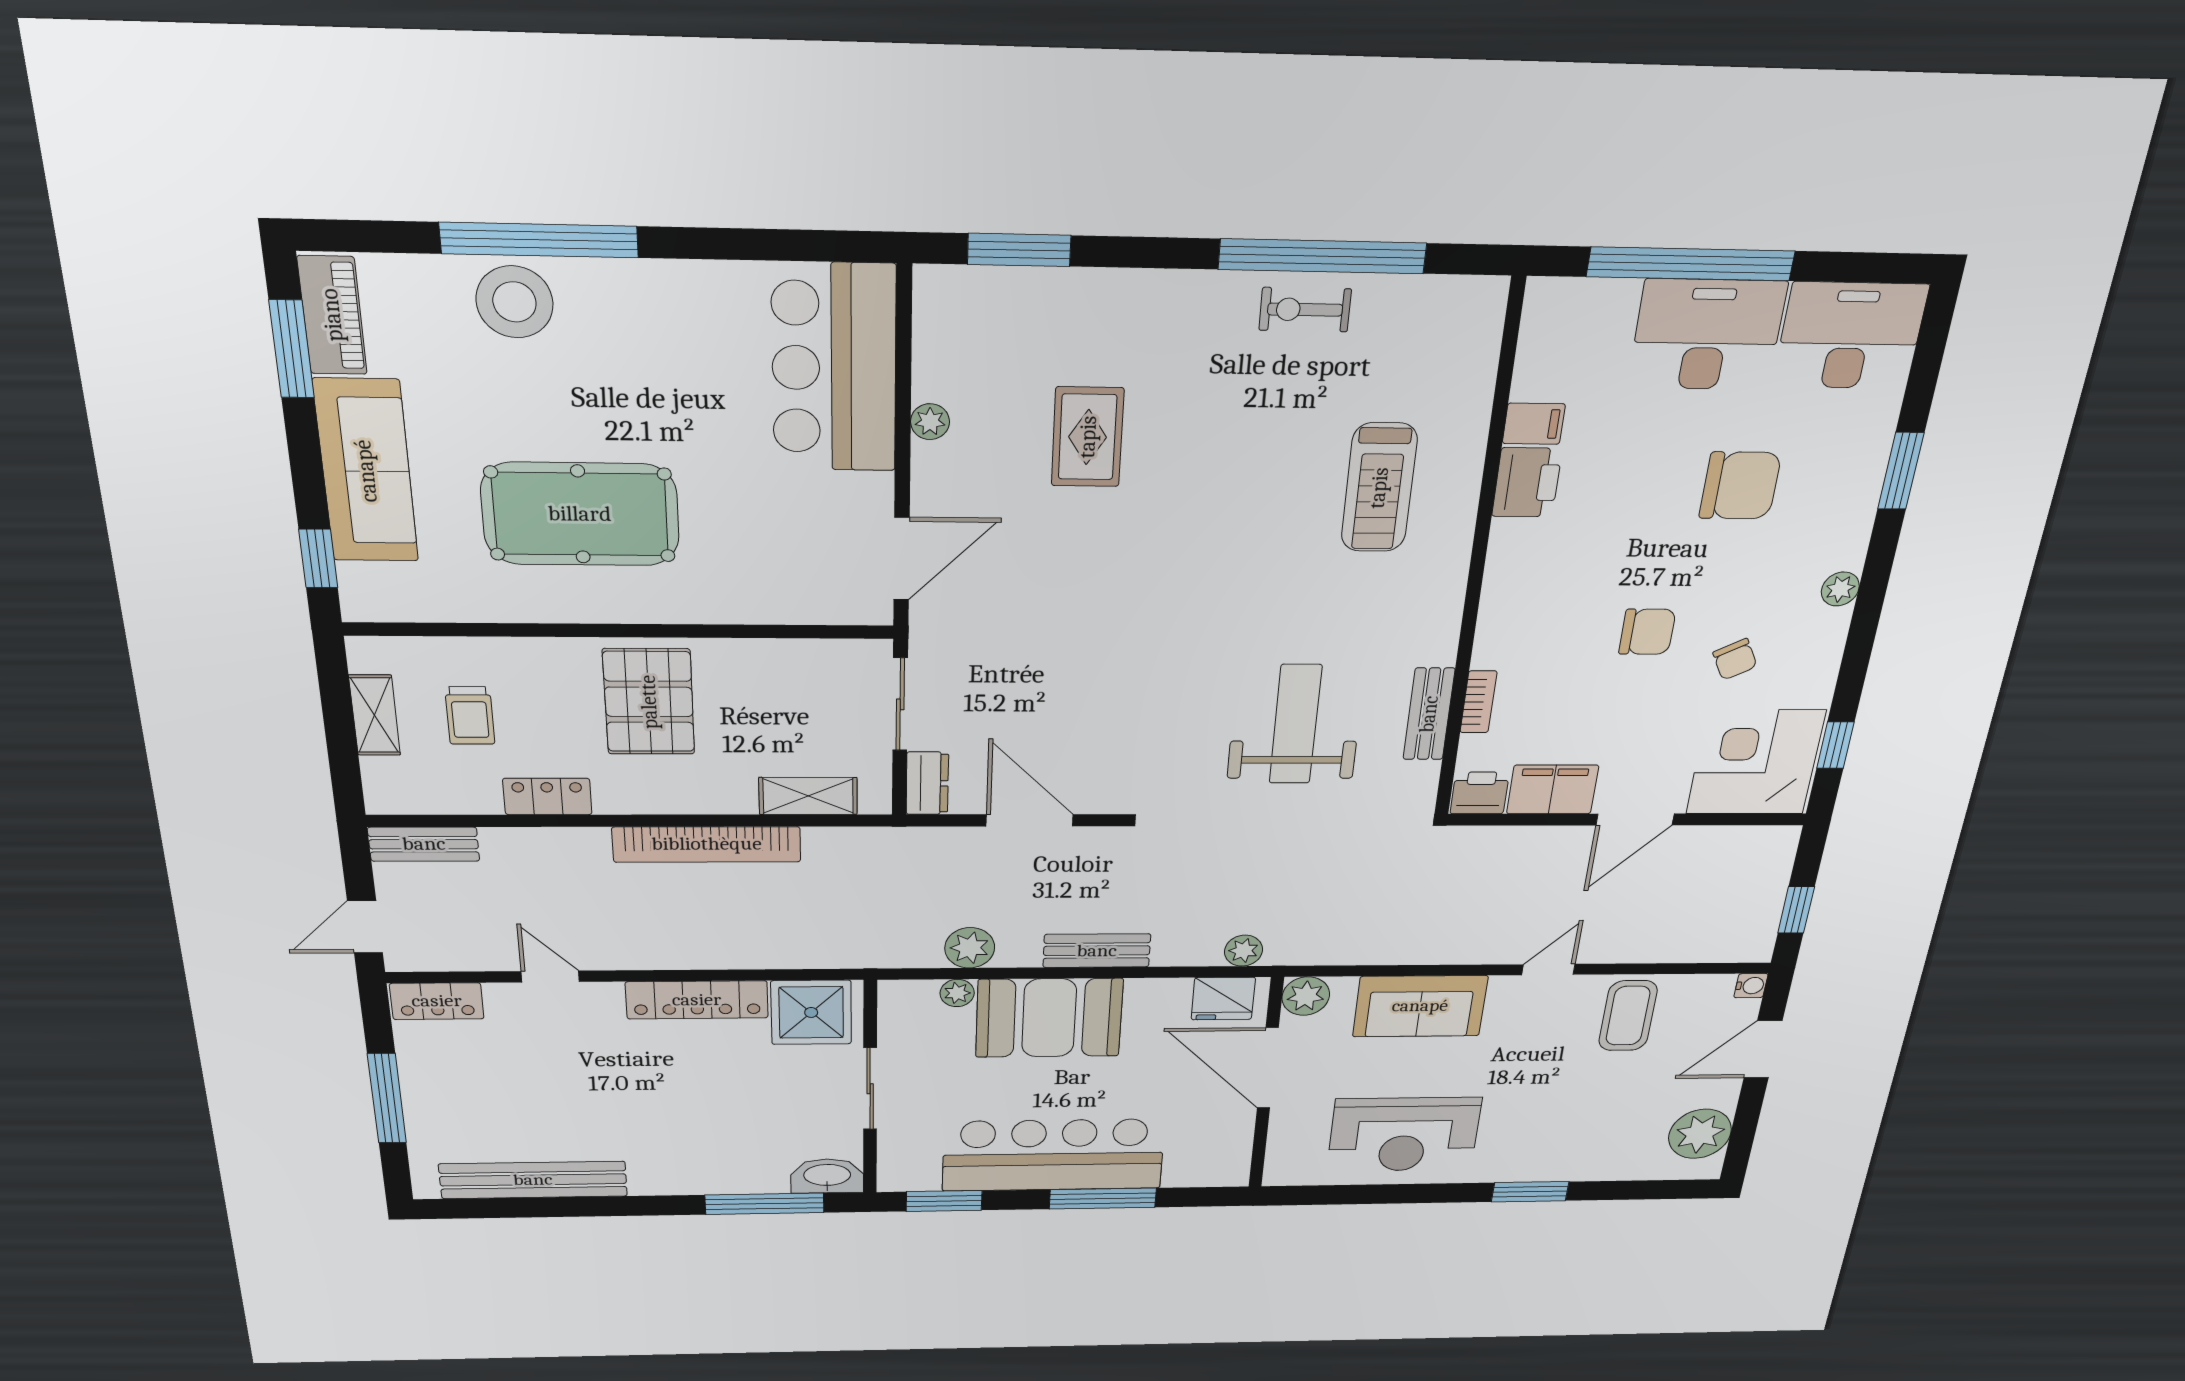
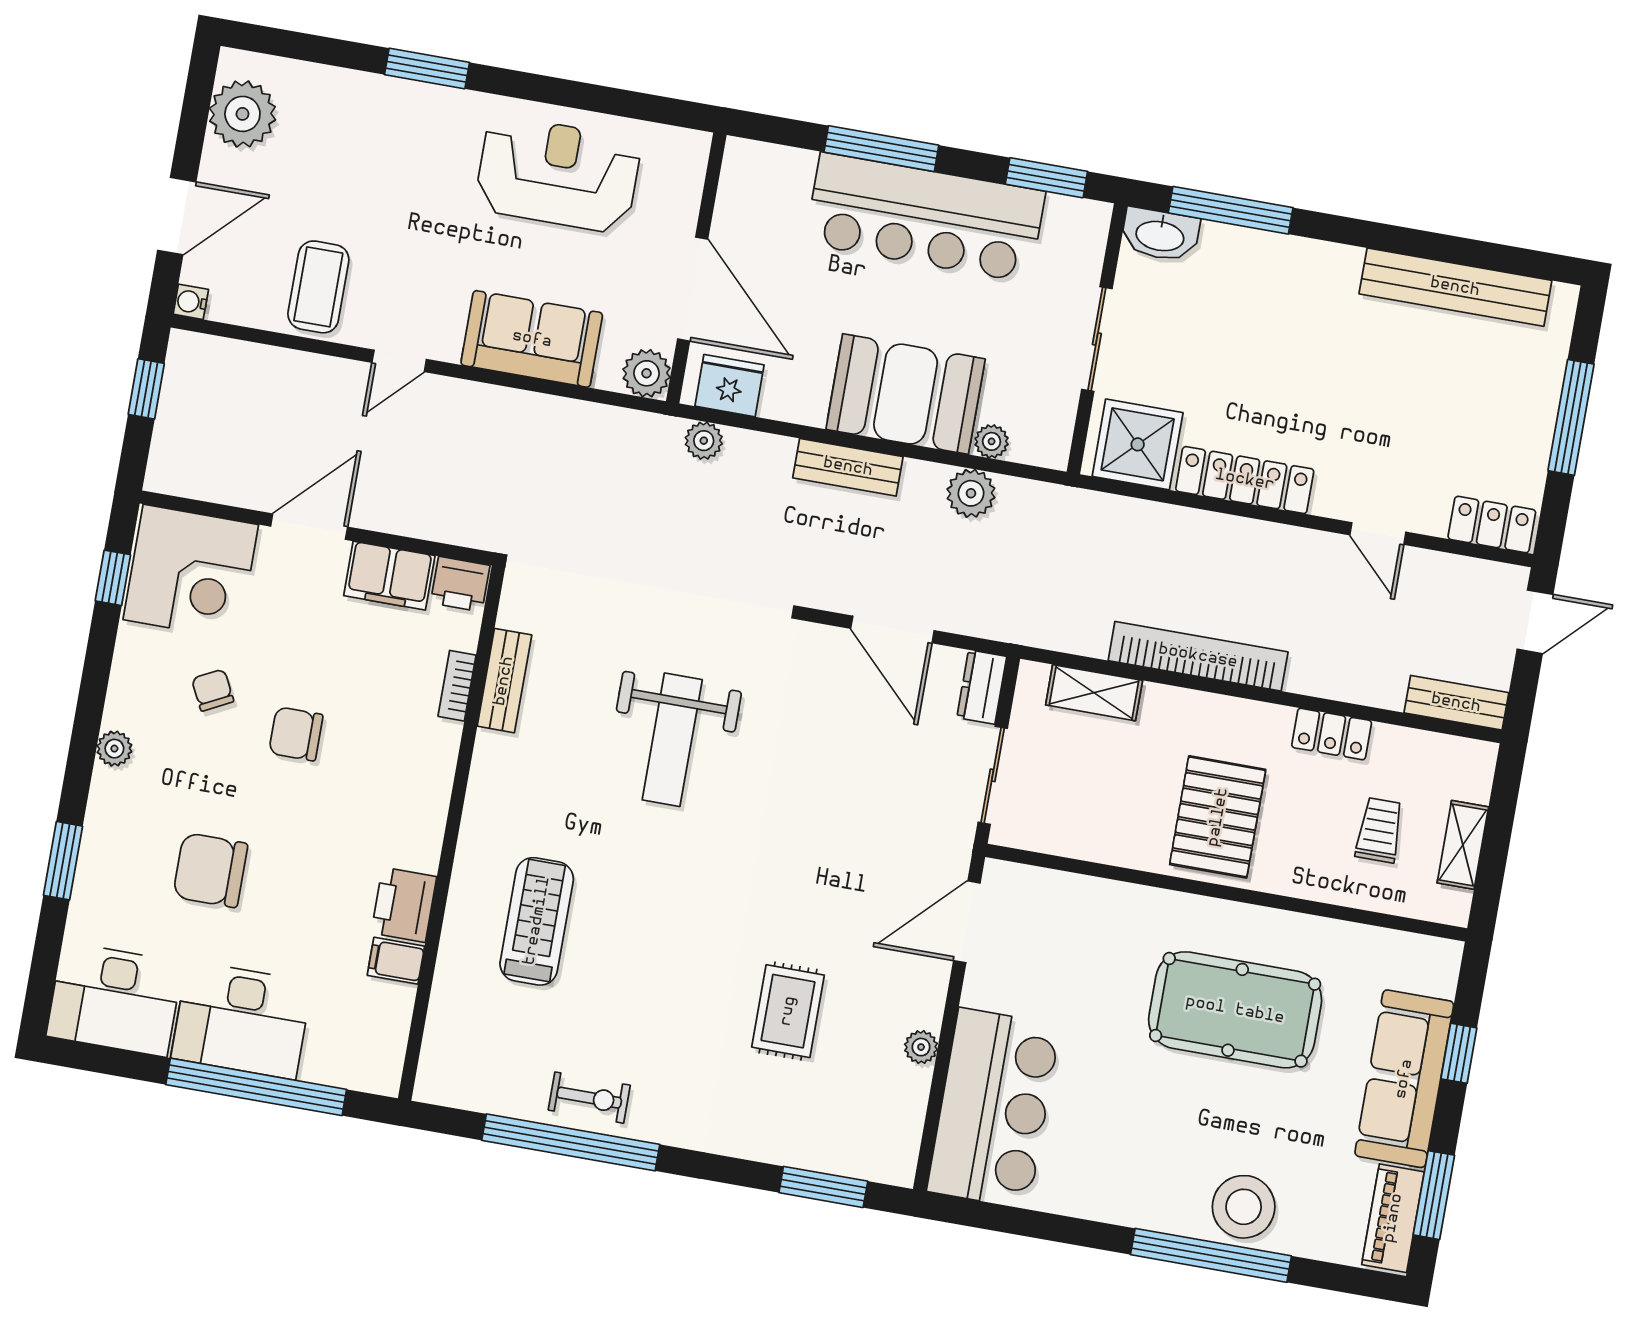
window: (318, 558) -> (1459, 1053), moved
weight bench: (1295, 724) -> (672, 740), moved

